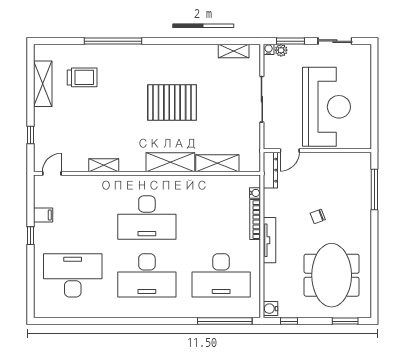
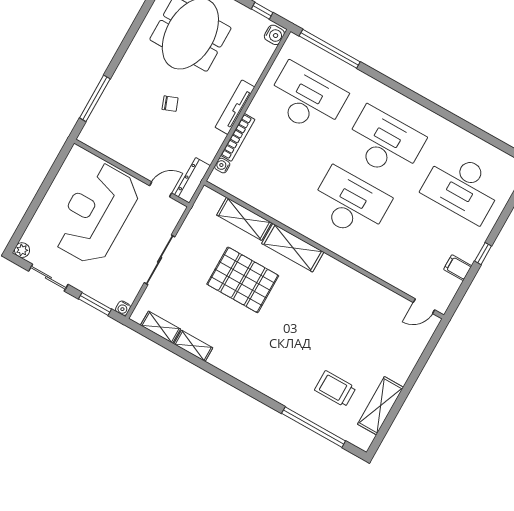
window: (113, 41) -> (314, 427), moved
plant: (281, 50) -> (22, 250), moved
pallet: (172, 102) -> (243, 280), moved
window: (30, 135) -> (424, 359), removed
shelving: (104, 165) -> (193, 346), moved

